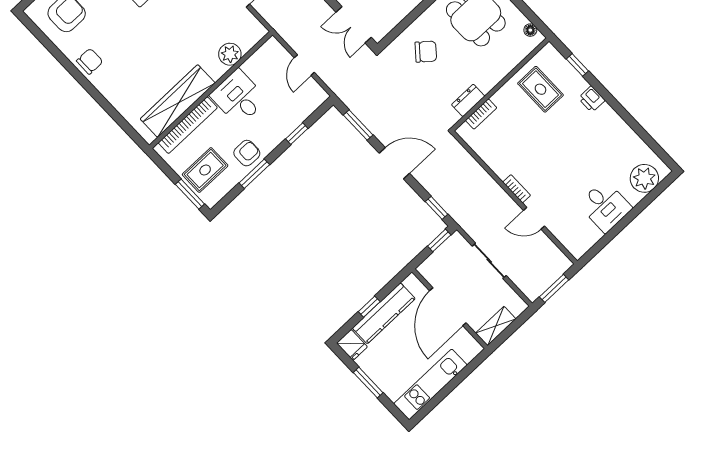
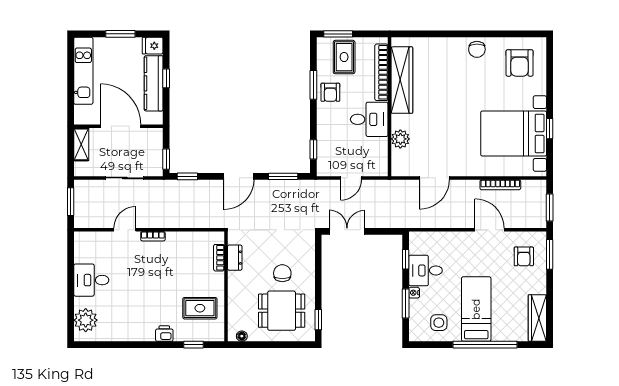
chair: (426, 52) -> (282, 273), moved, turned 140
door: (304, 65) -> (351, 178), swing flipped
window: (297, 134) -> (313, 149), moved

